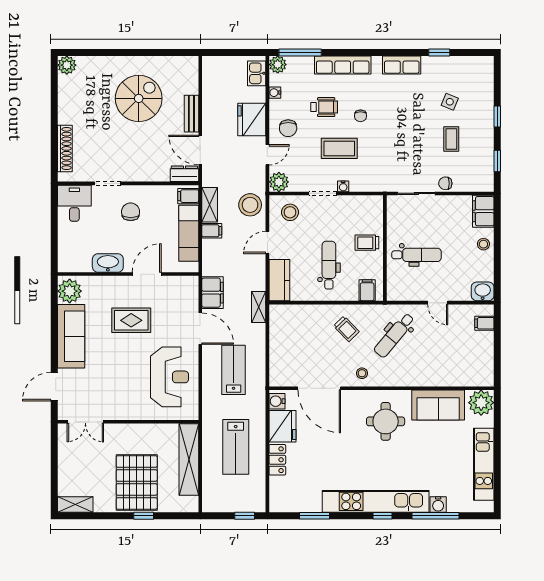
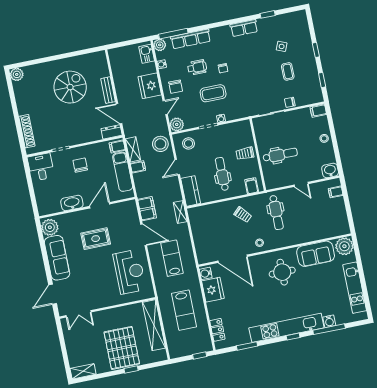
row of seats: (343, 65) -> (191, 39), moved
filing cabinet: (483, 211) -> (318, 111), width x0.50
dental chair: (394, 335) -> (276, 212), turned -40
locker: (277, 460) -> (217, 330), moved

